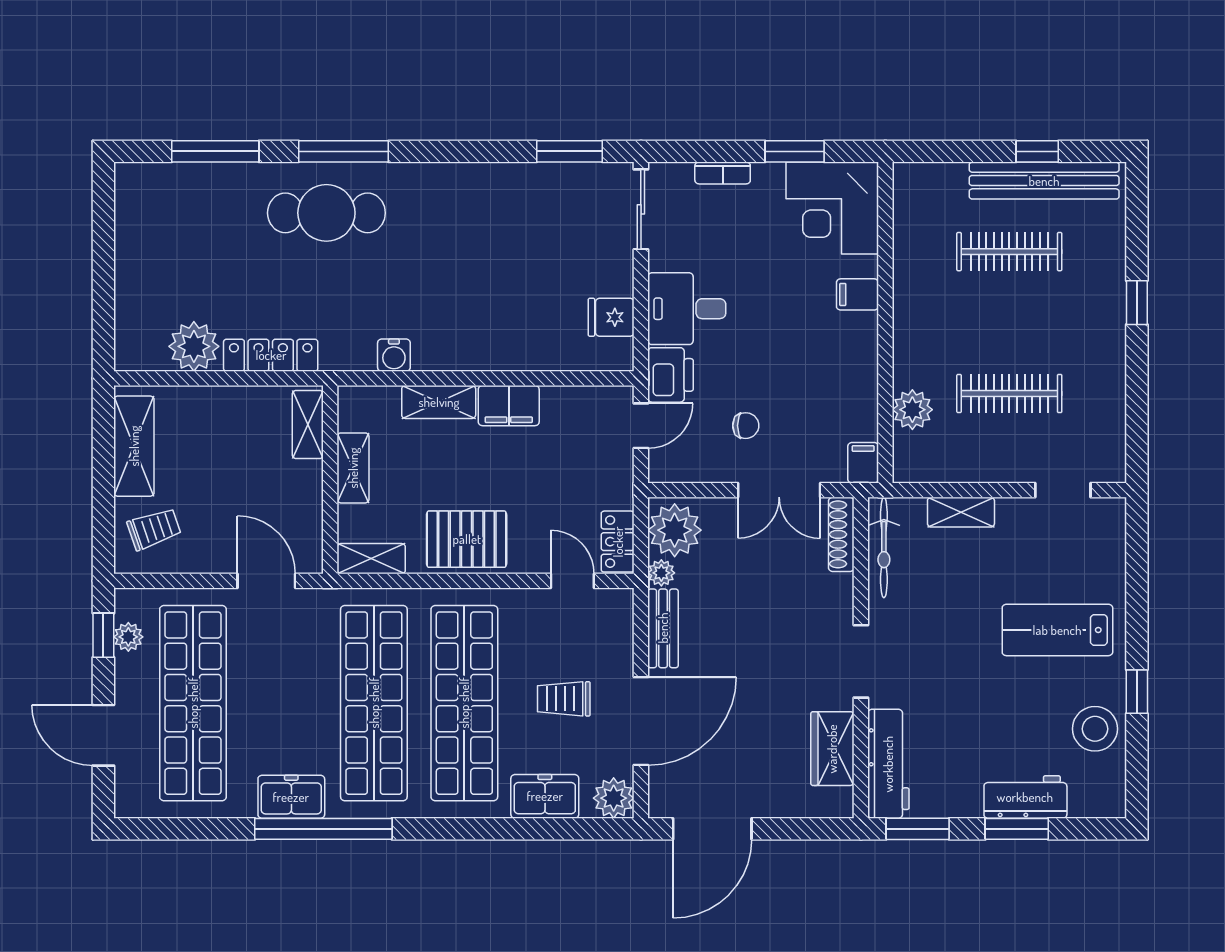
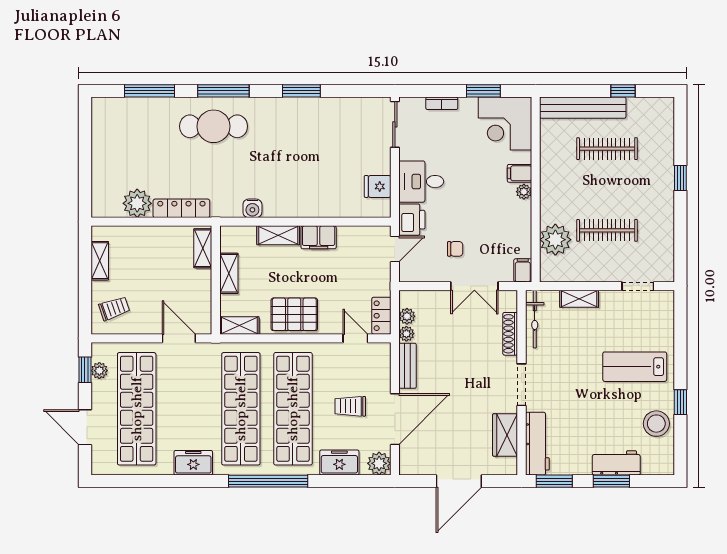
window: (570, 151) -> (301, 91), moved
bench: (1044, 181) -> (583, 108), moved
plant: (865, 326) -> (524, 192), added
plant: (912, 410) -> (555, 240), width x1.36, depth x1.36
shelving: (134, 446) -> (100, 261), width x0.67, depth x0.75
plant: (675, 530) -> (407, 316), width x0.53, depth x0.53
shoe rack: (841, 534) -> (510, 334), moved
window: (323, 829) -> (268, 481), moved
door: (712, 829) -> (459, 481), moved

